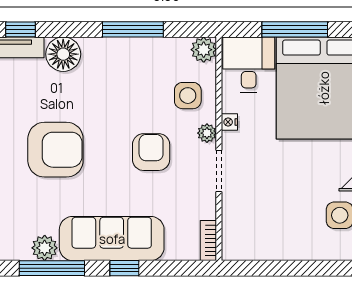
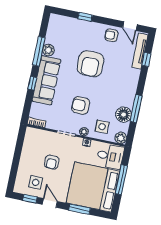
floor lamp: (63, 54) -> (124, 115), moved
armchair: (151, 152) -> (81, 105), turned 180
armchair: (288, 190) -> (52, 162), added

